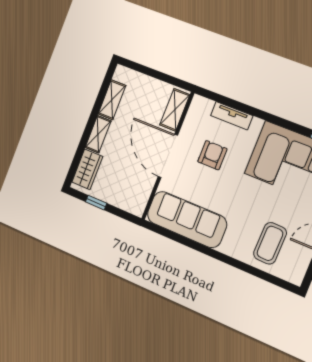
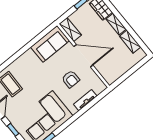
shelving: (175, 110) -> (70, 30), moved
sofa: (187, 219) -> (50, 44), width x0.73

